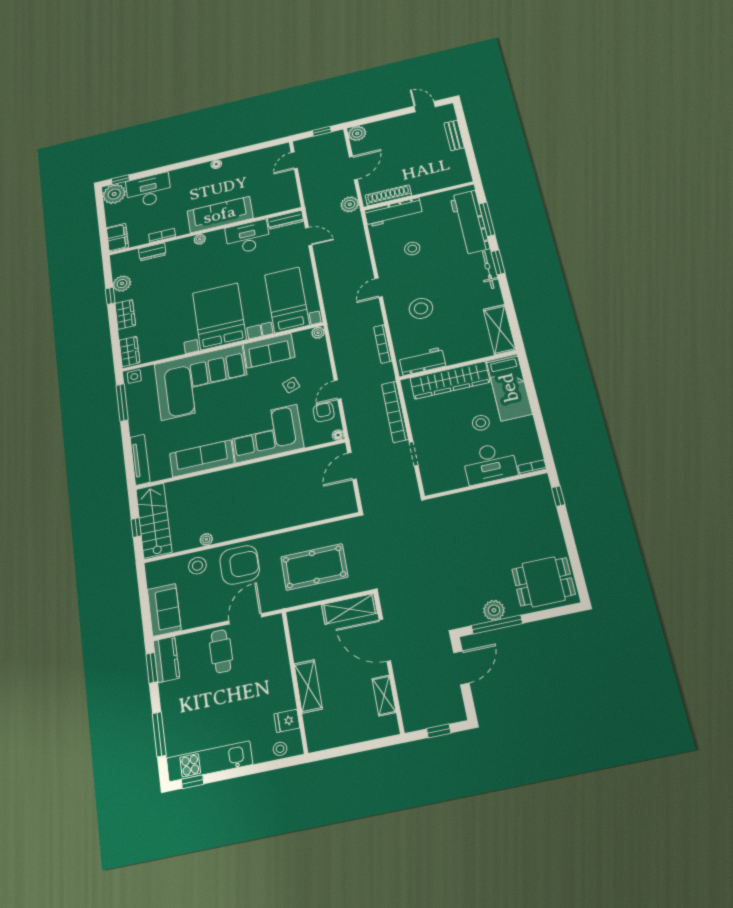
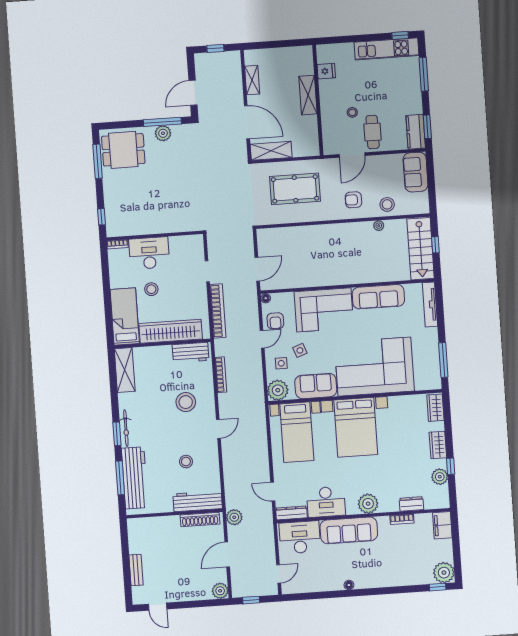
desk: (149, 190) -> (300, 537), moved, turned 180
plant: (200, 239) -> (368, 504), width x1.87, depth x1.87
plant: (318, 333) -> (278, 390), width x1.88, depth x1.88
side table: (134, 377) -> (281, 363), moved
window: (575, 563) -> (98, 161), added
armchair: (240, 565) -> (353, 200), width x0.53, depth x0.53
stool: (280, 749) -> (352, 112), moved

